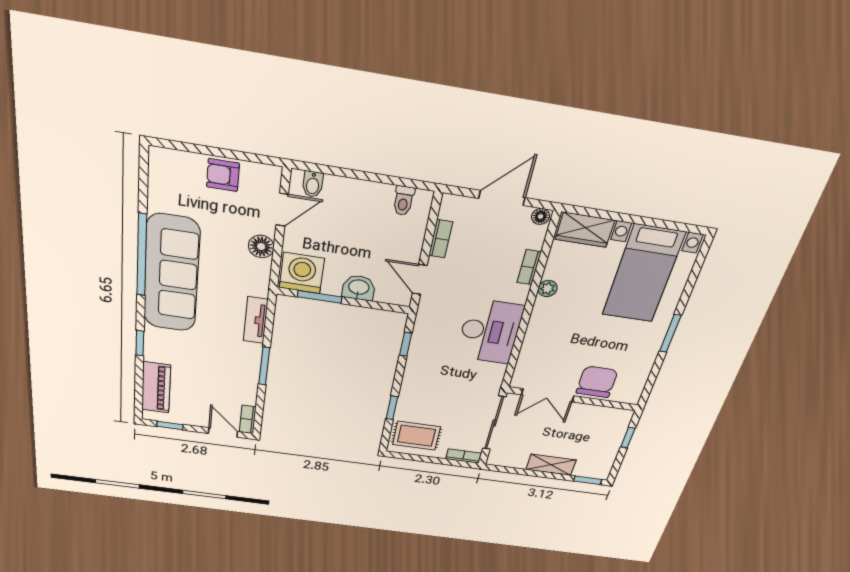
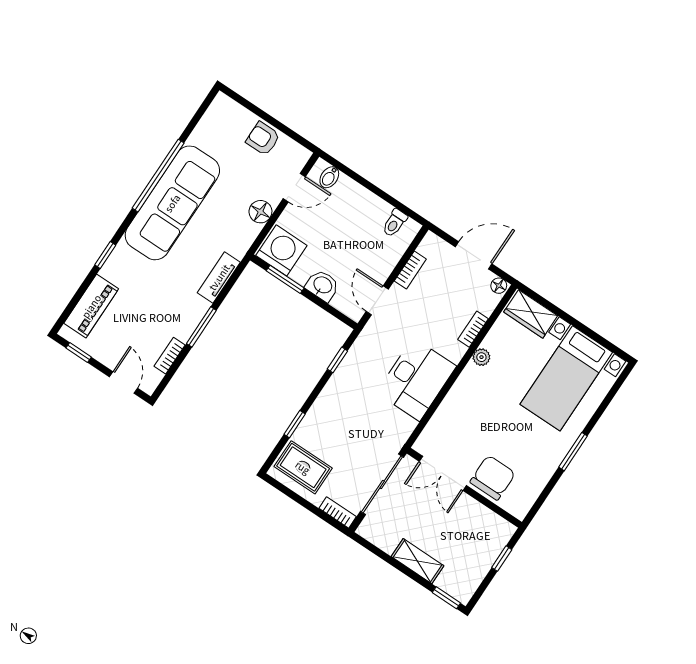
bookcase: (248, 419) -> (170, 356), moved

